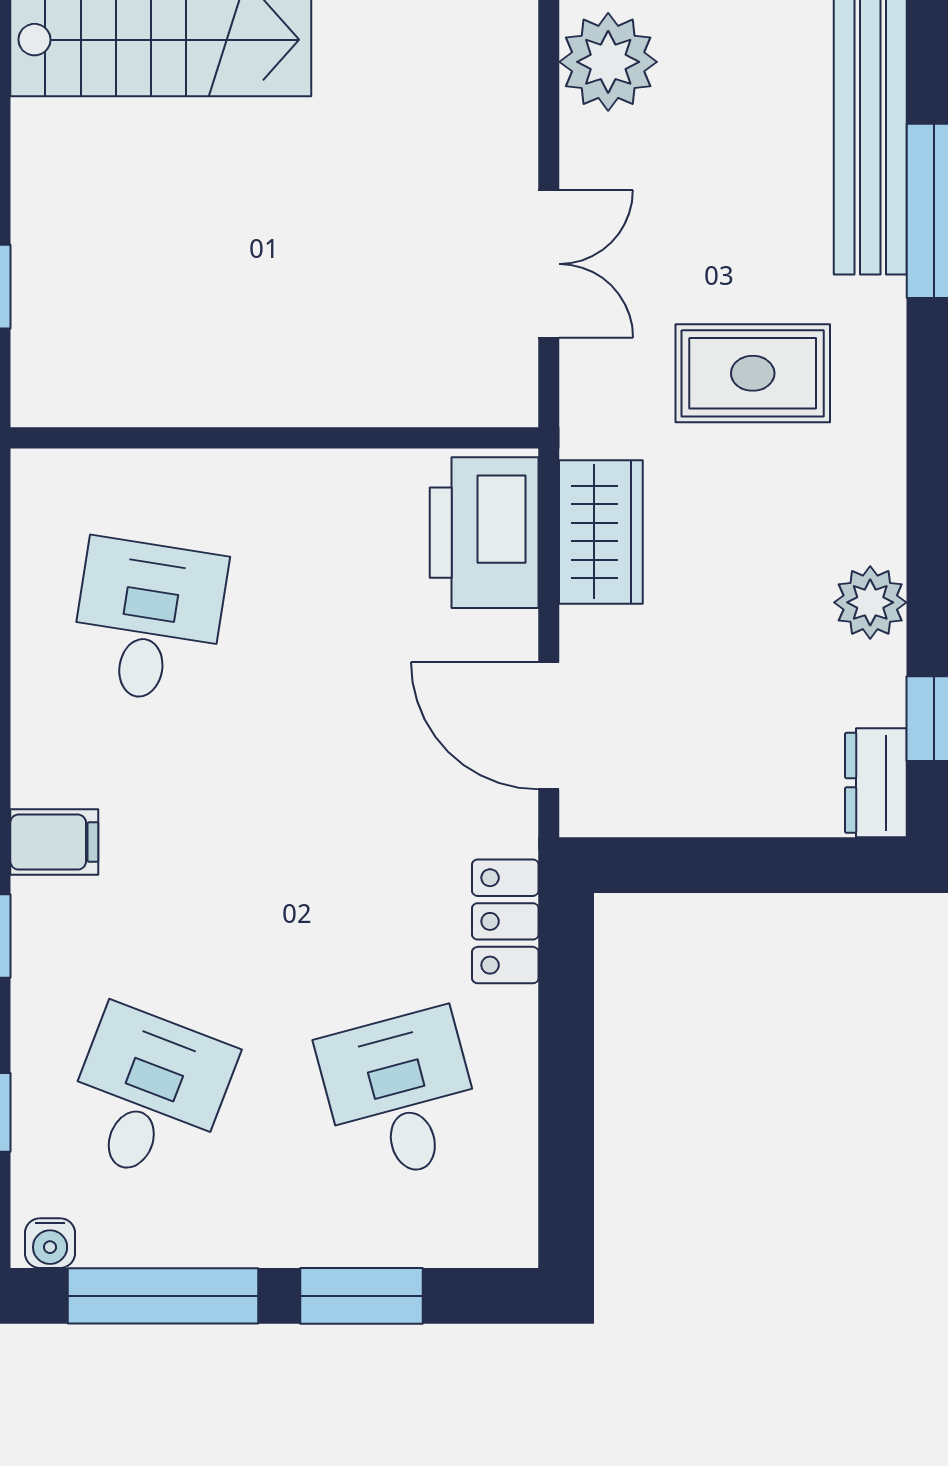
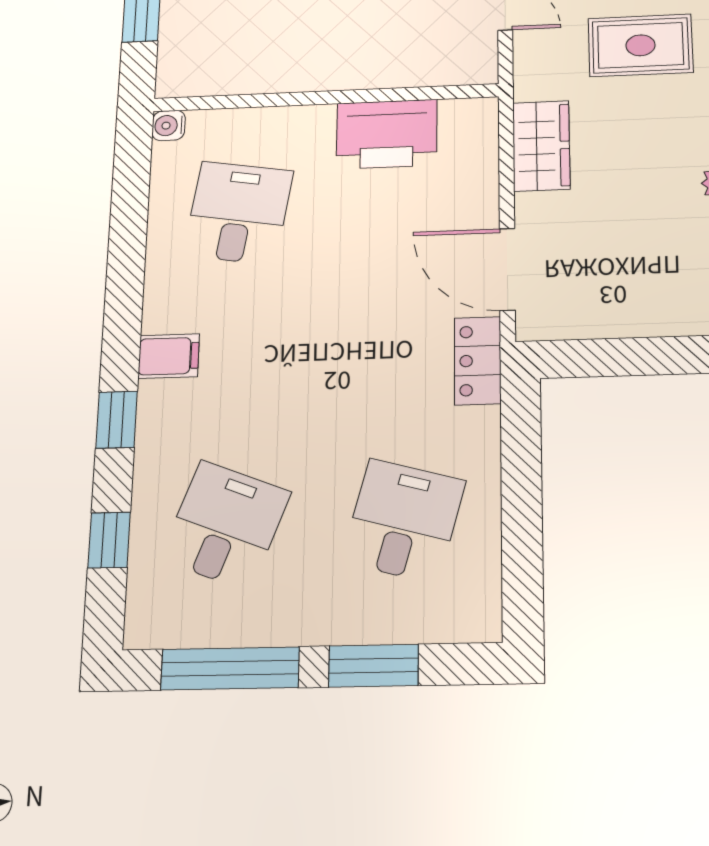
printer: (484, 533) -> (387, 134), moved, turned -90
locker: (505, 921) -> (478, 361), moved
desk: (401, 1095) -> (403, 521), turned 30
water cooler: (50, 1243) -> (169, 125), moved, turned 90

